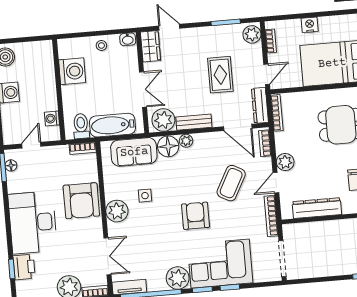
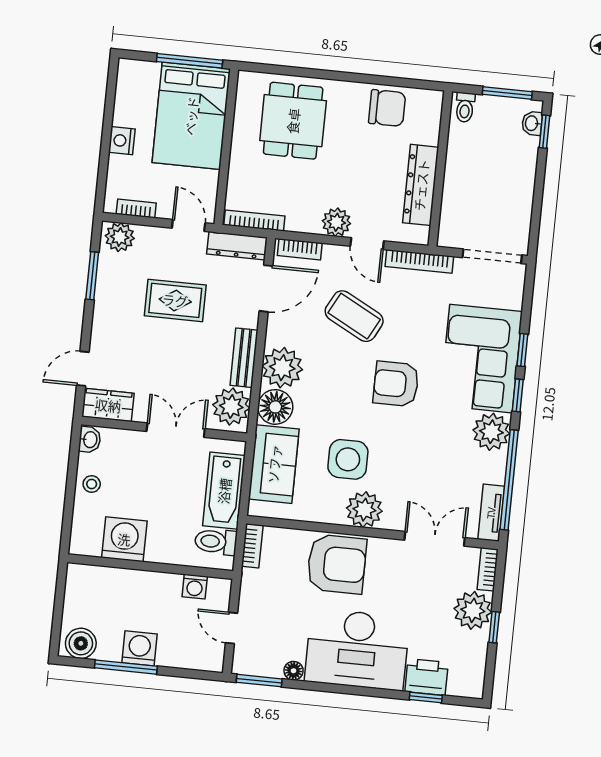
plant: (186, 141) -> (282, 368), width x1.88, depth x1.88
floor lamp: (11, 165) -> (294, 671), moved
side table: (145, 196) -> (348, 459), width x1.87, depth x1.87

